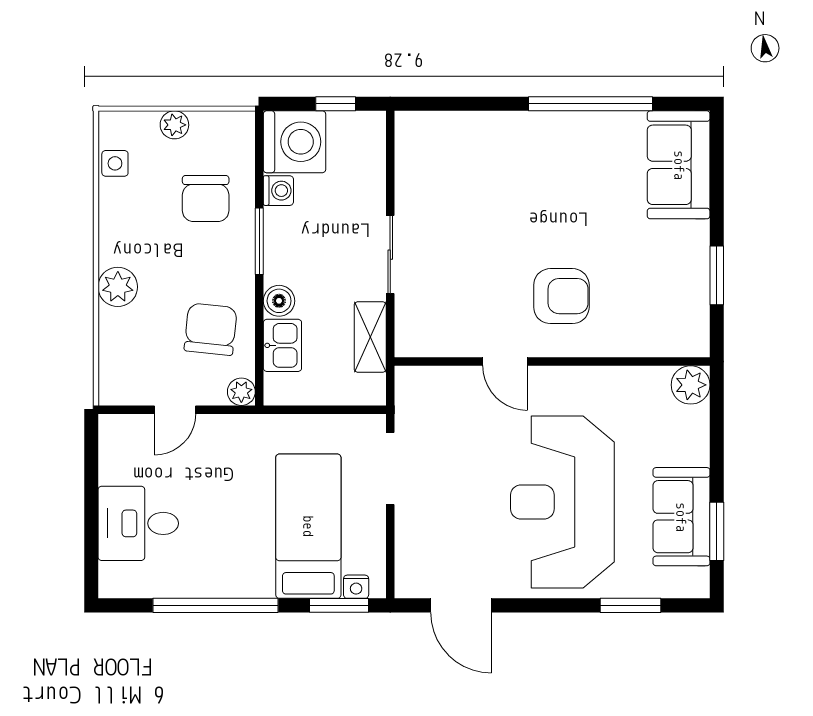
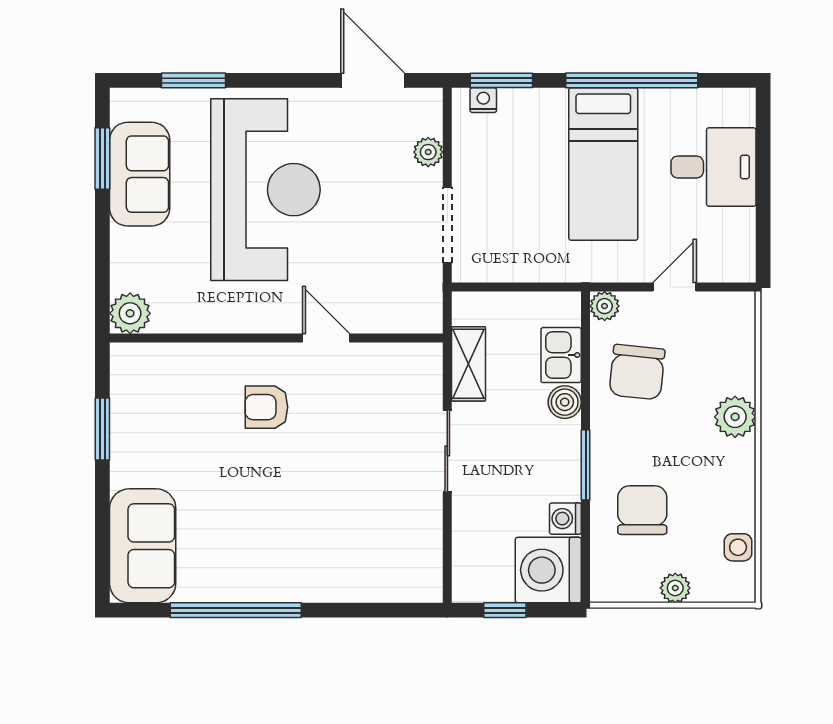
armchair: (561, 296) -> (266, 407), width x0.72, depth x0.72
bed: (308, 526) -> (603, 164), moved
plant: (408, 538) -> (428, 152), added

